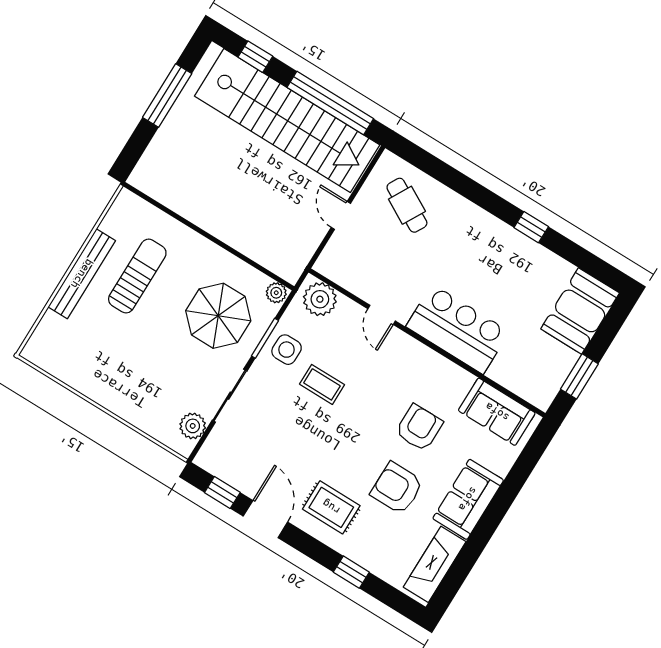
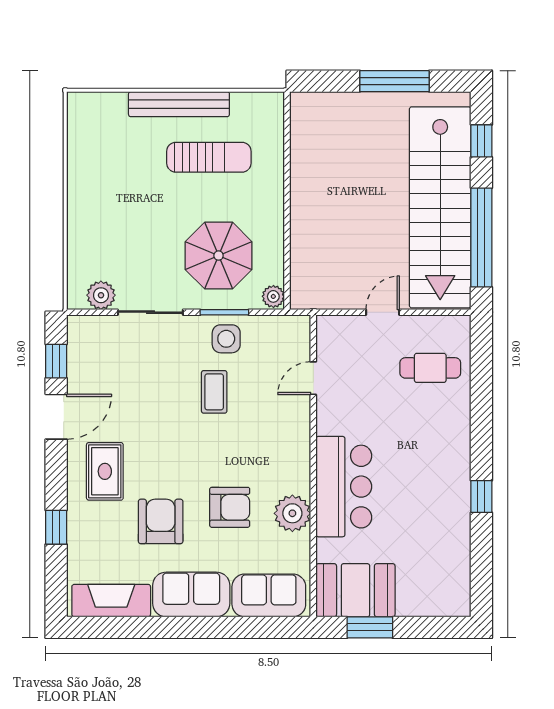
cafe table: (407, 205) -> (430, 368), turned 61
plant: (320, 299) -> (292, 513), moved
booth: (580, 311) -> (355, 590), moved
door: (382, 315) -> (313, 378), moved
sofa: (497, 412) -> (269, 595), moved, turned 90

